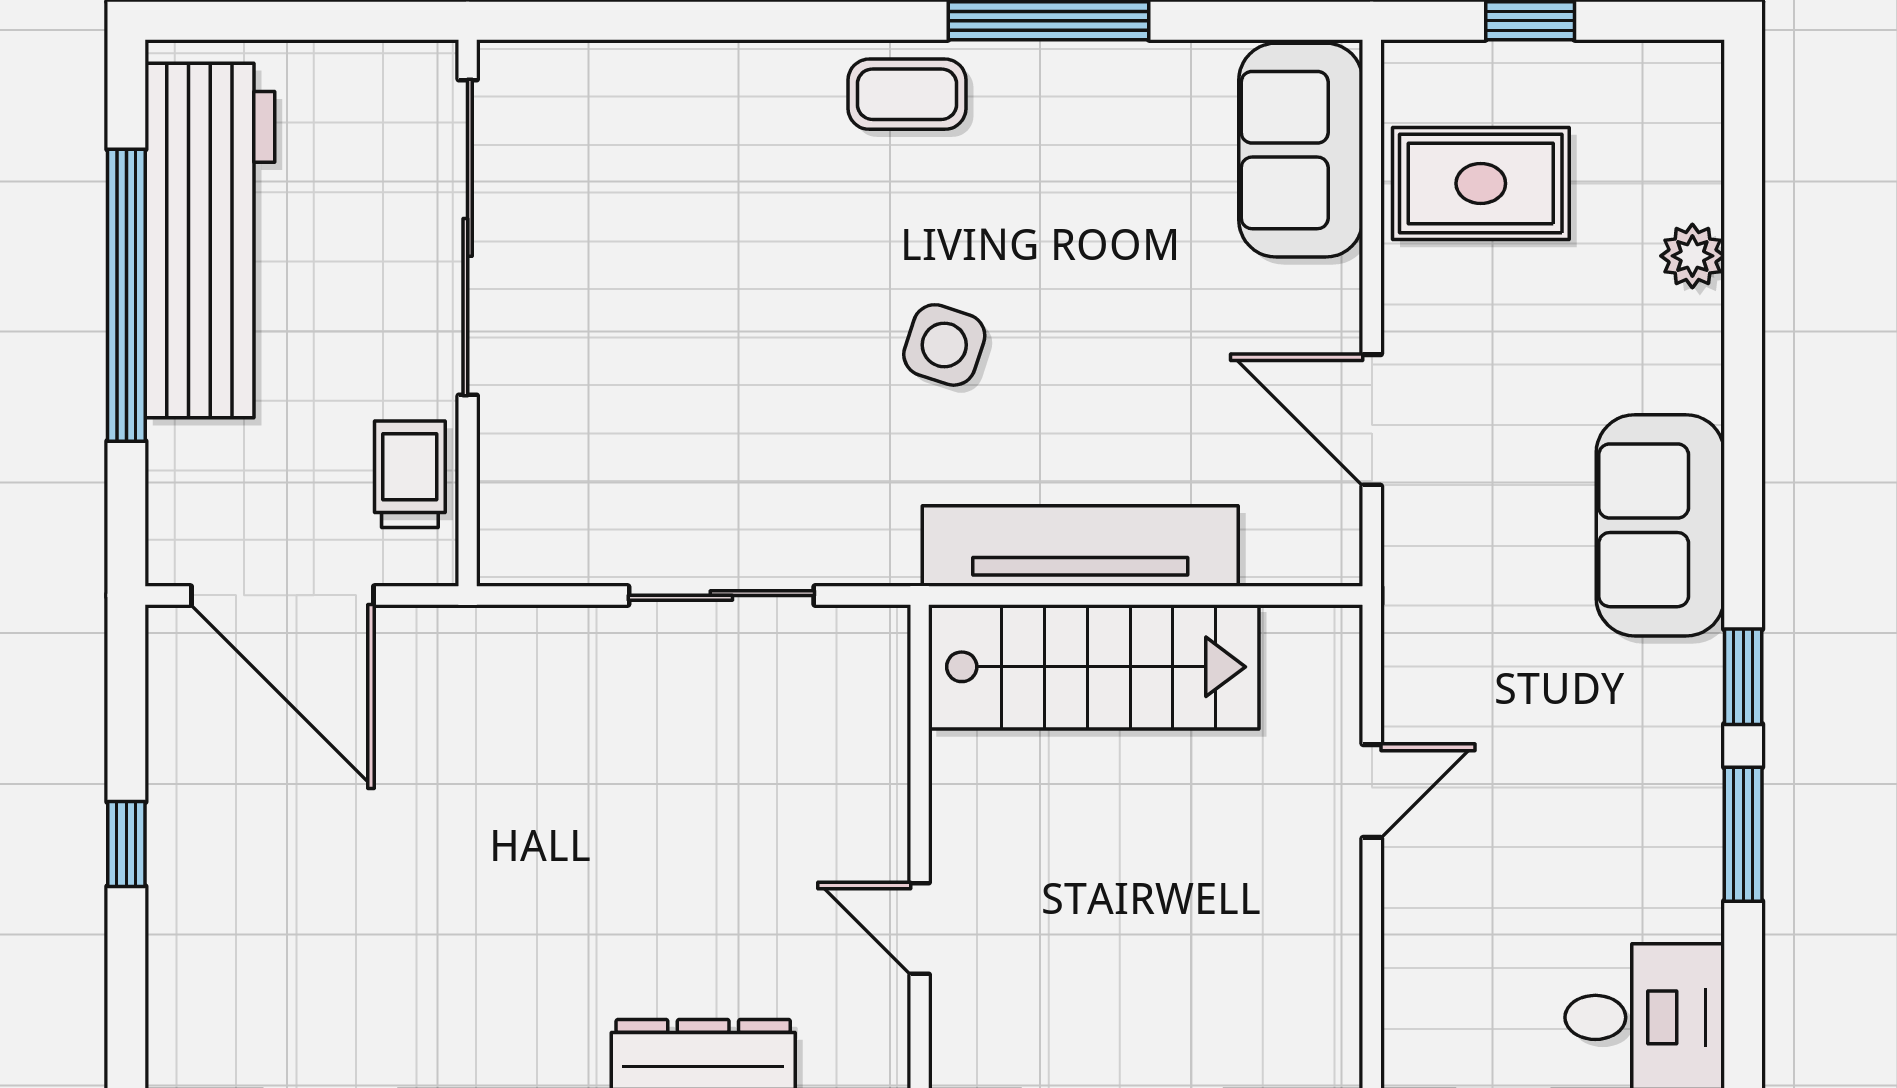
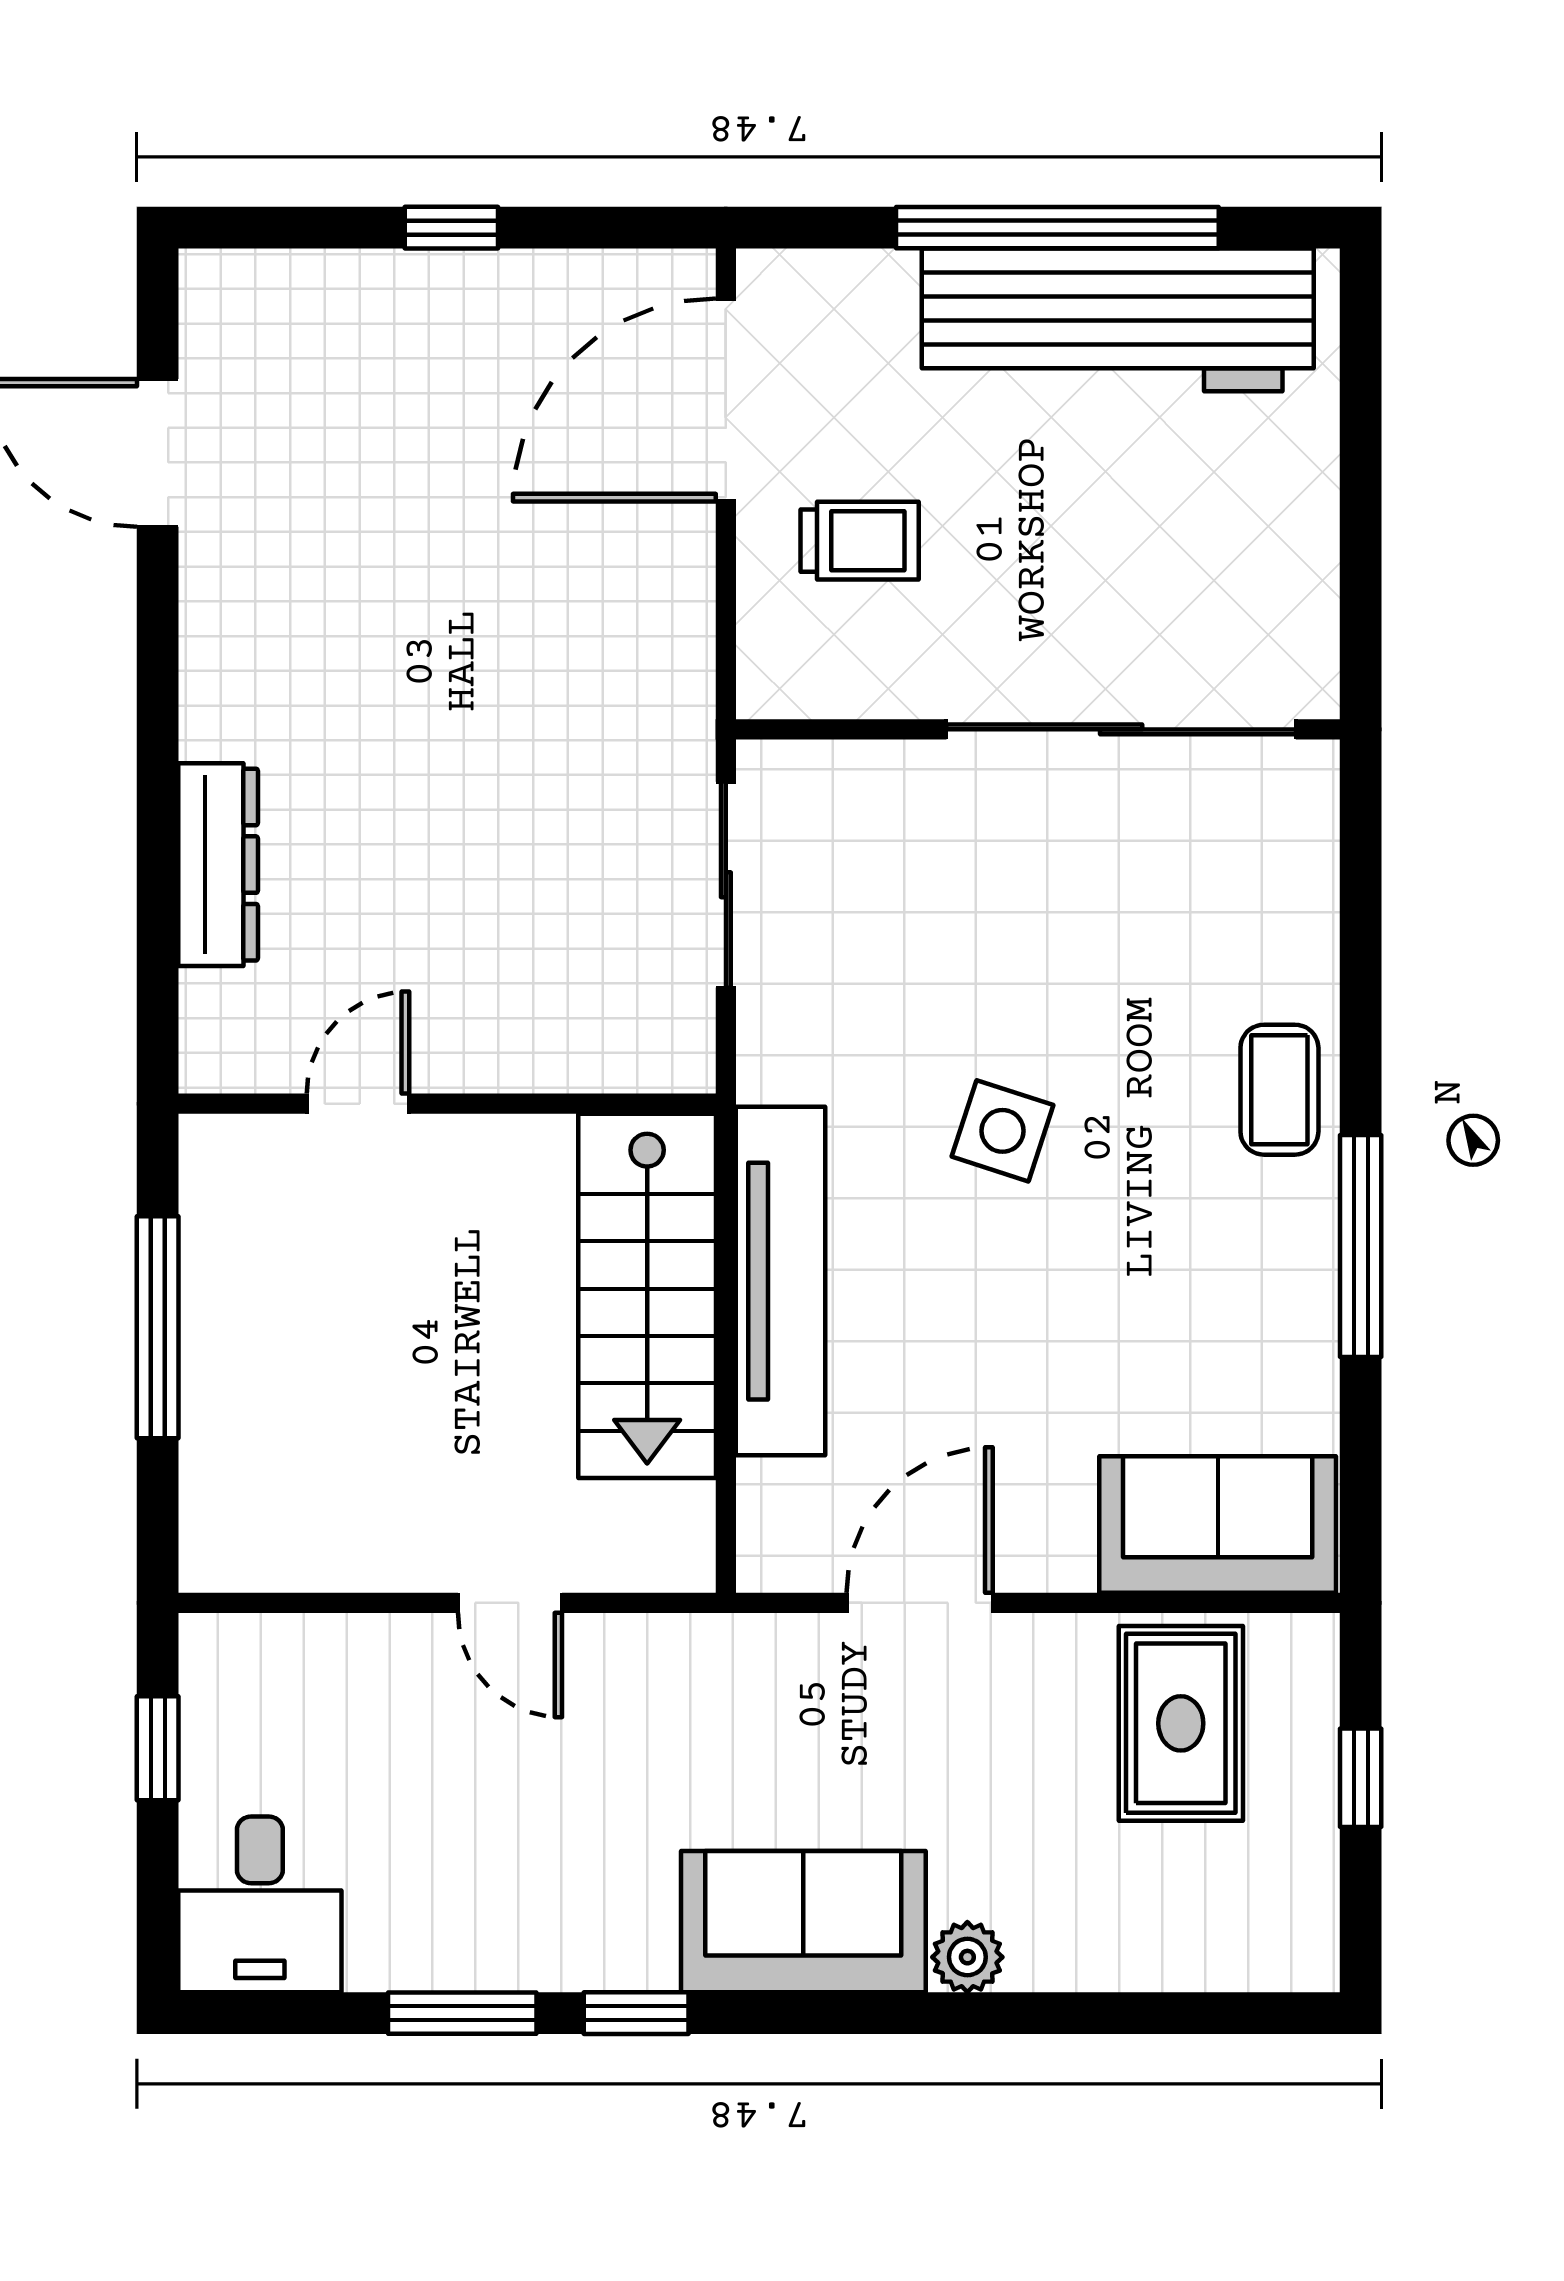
sliding door: (468, 237) -> (1121, 729), moved
plant: (1692, 256) -> (967, 1957), moved
wall: (468, 313) -> (1038, 729), moved

